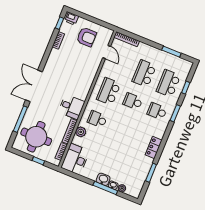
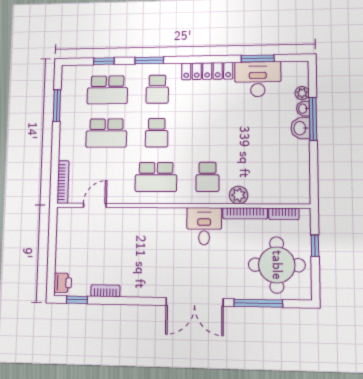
armchair: (86, 37) -> (83, 247), removed
locker: (154, 147) -> (207, 71), width x1.53
desk: (75, 159) -> (258, 79), moved, turned 180

